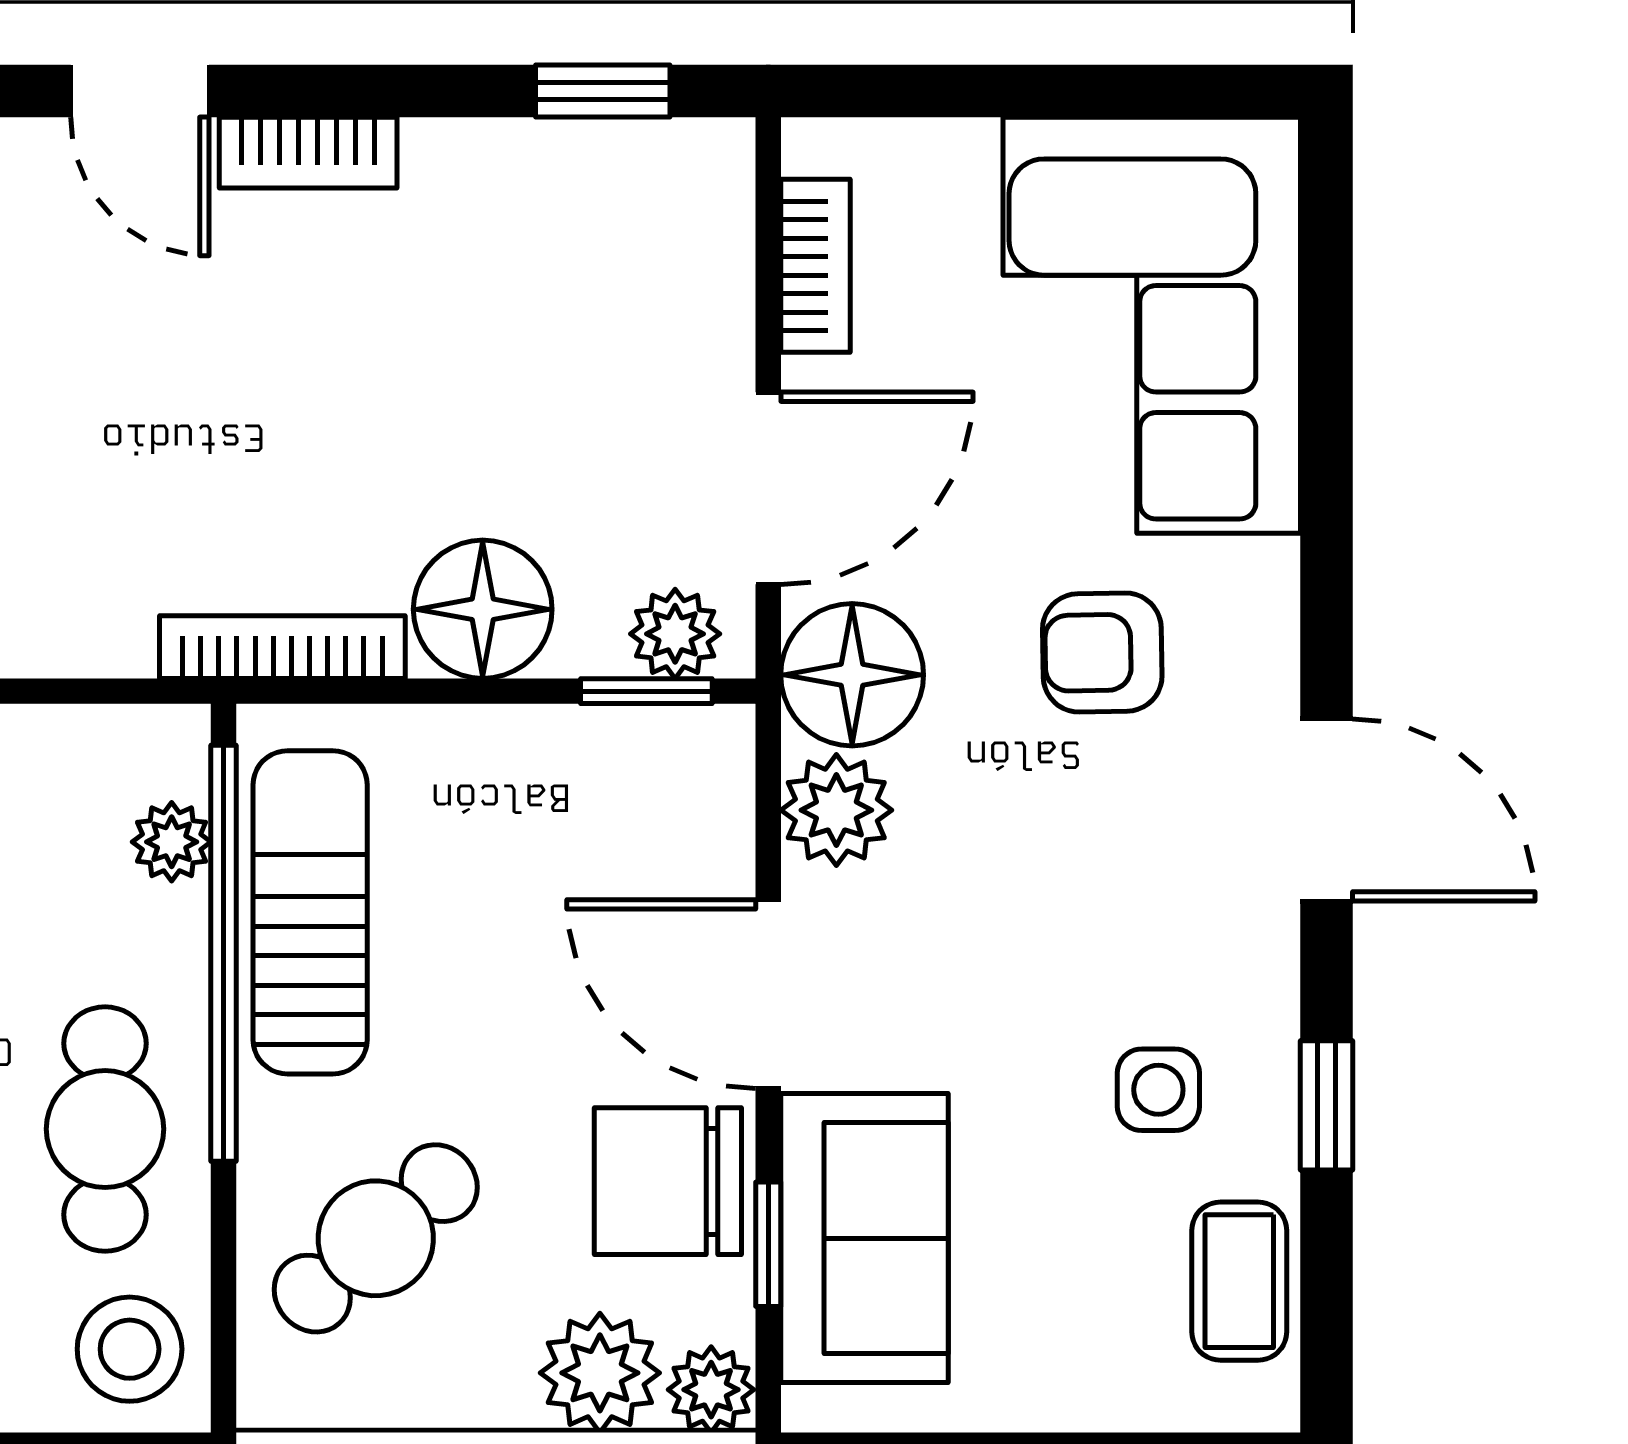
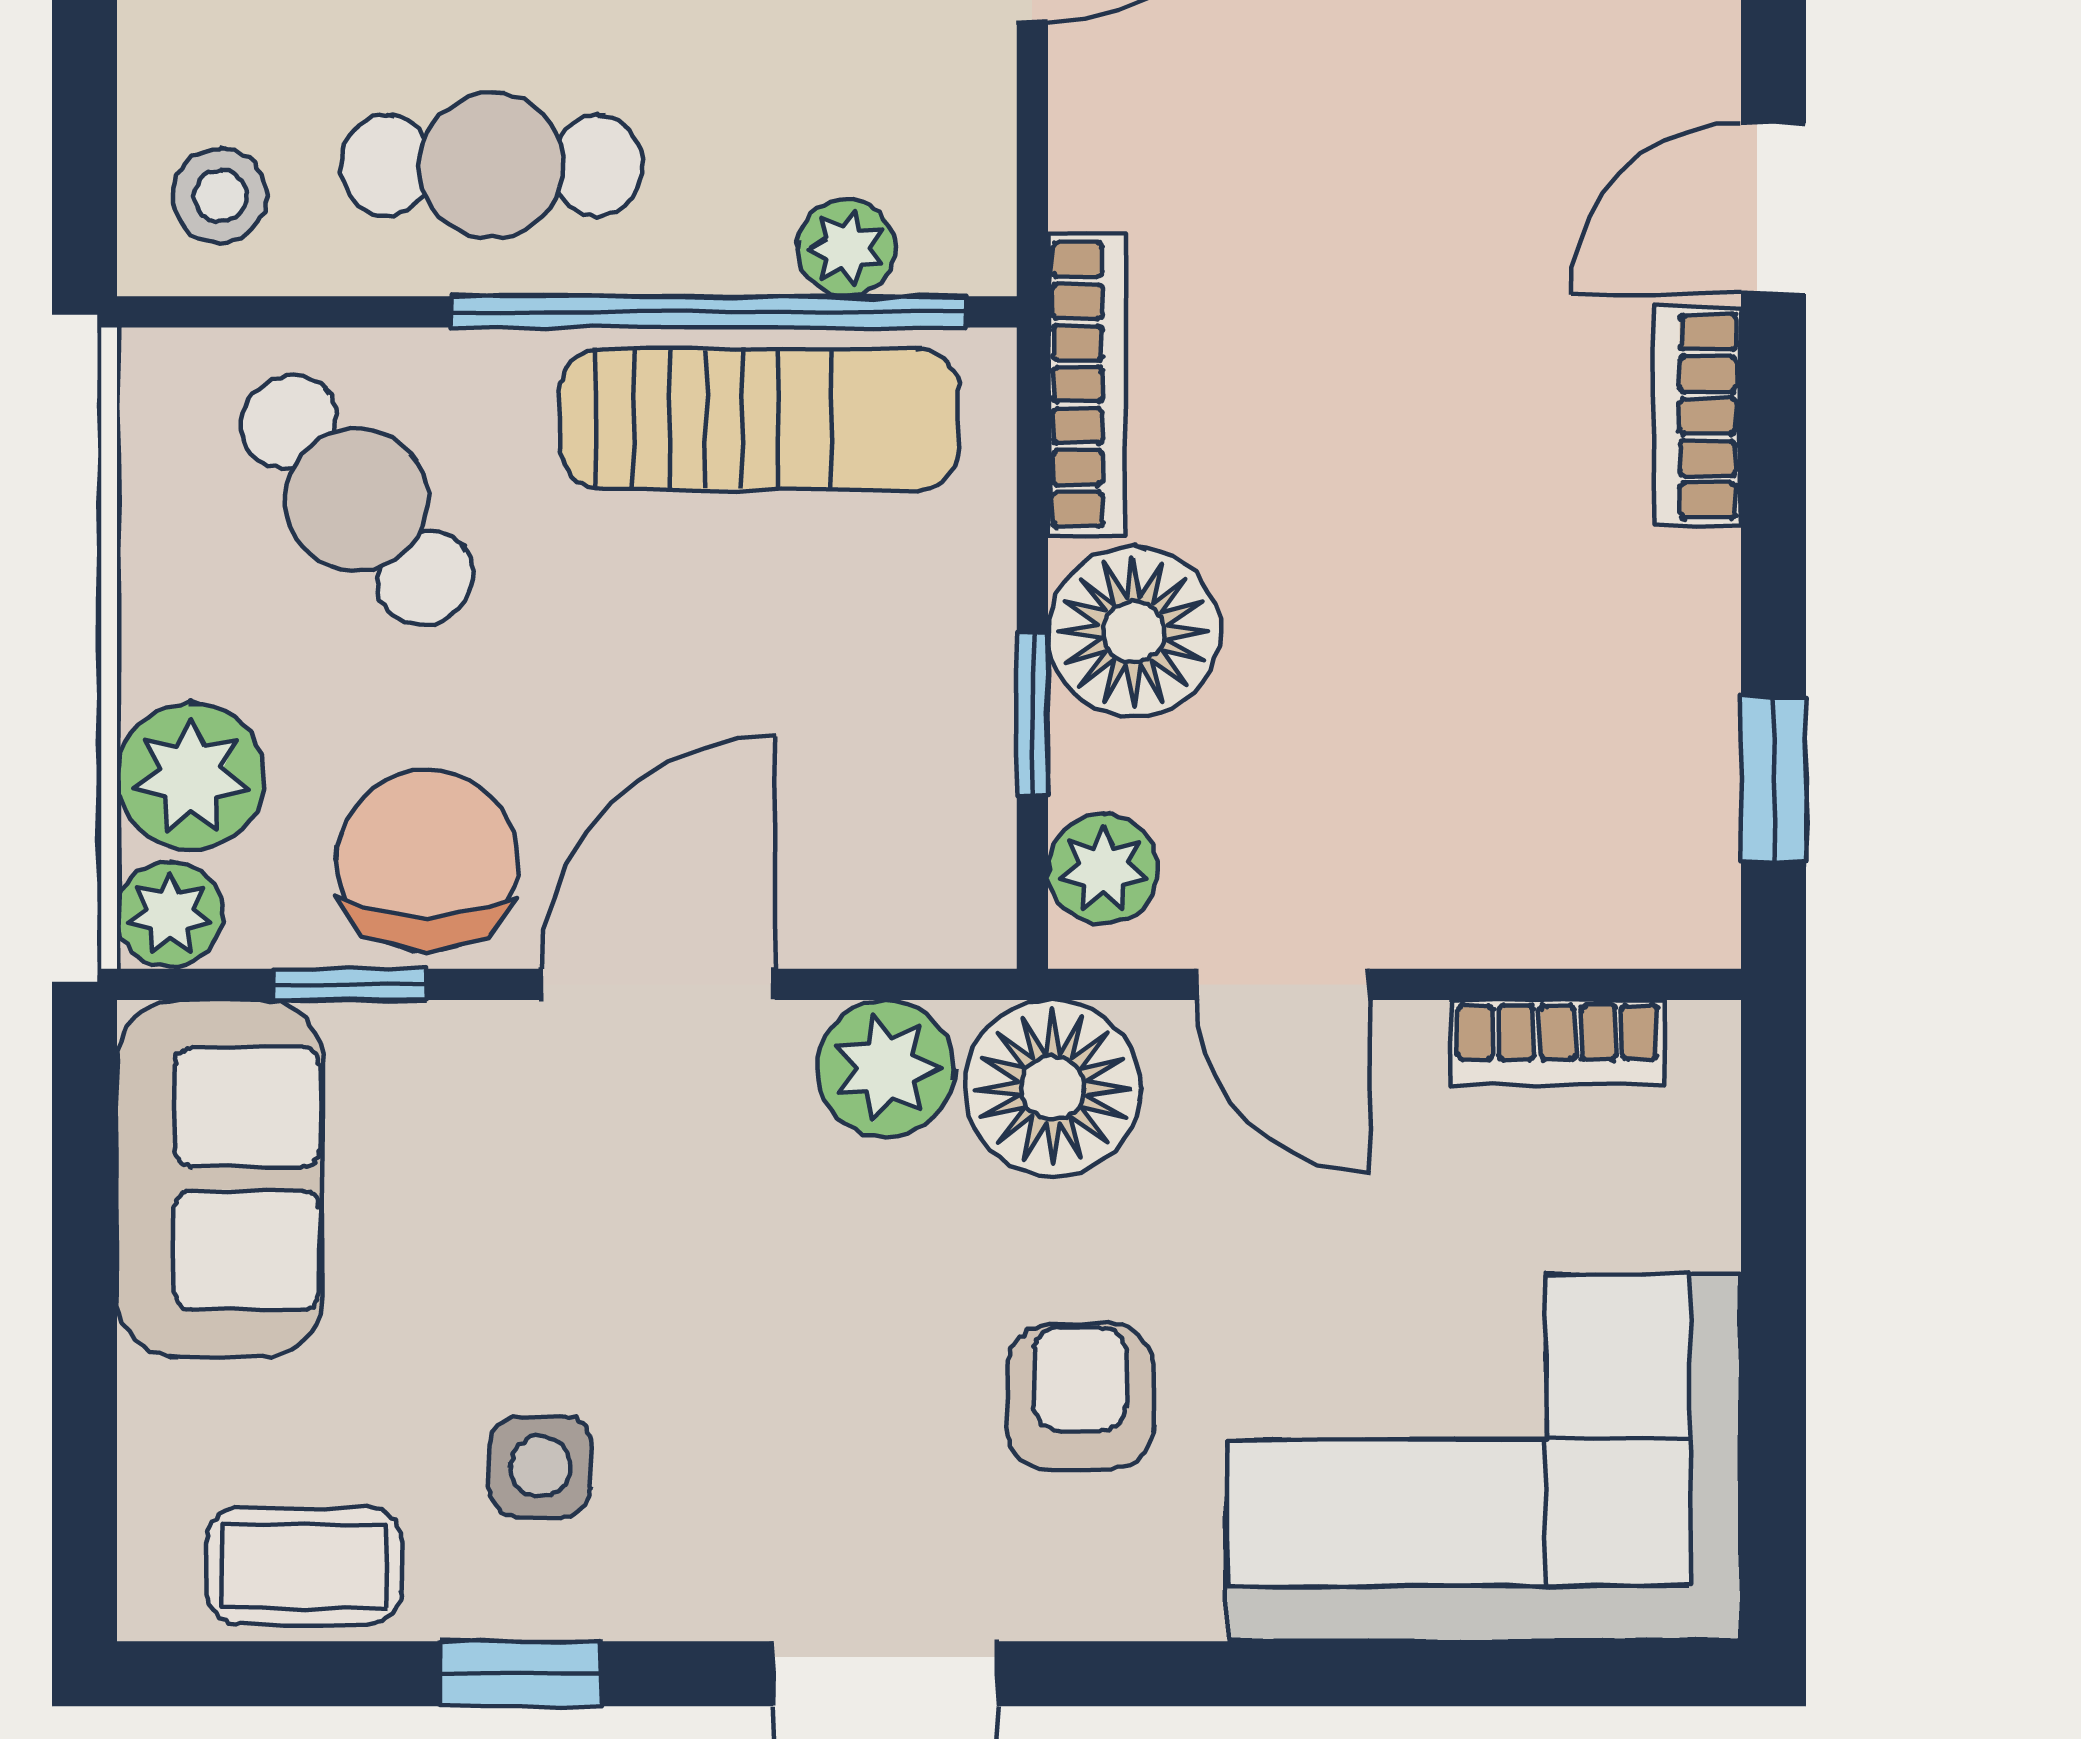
door: (768, 488) -> (1283, 984), width x0.73
window: (646, 691) -> (1032, 714), moved
sofa: (864, 1238) -> (220, 1178), moved, turned -90
stool: (130, 1349) -> (220, 196), width x0.73, depth x0.73

